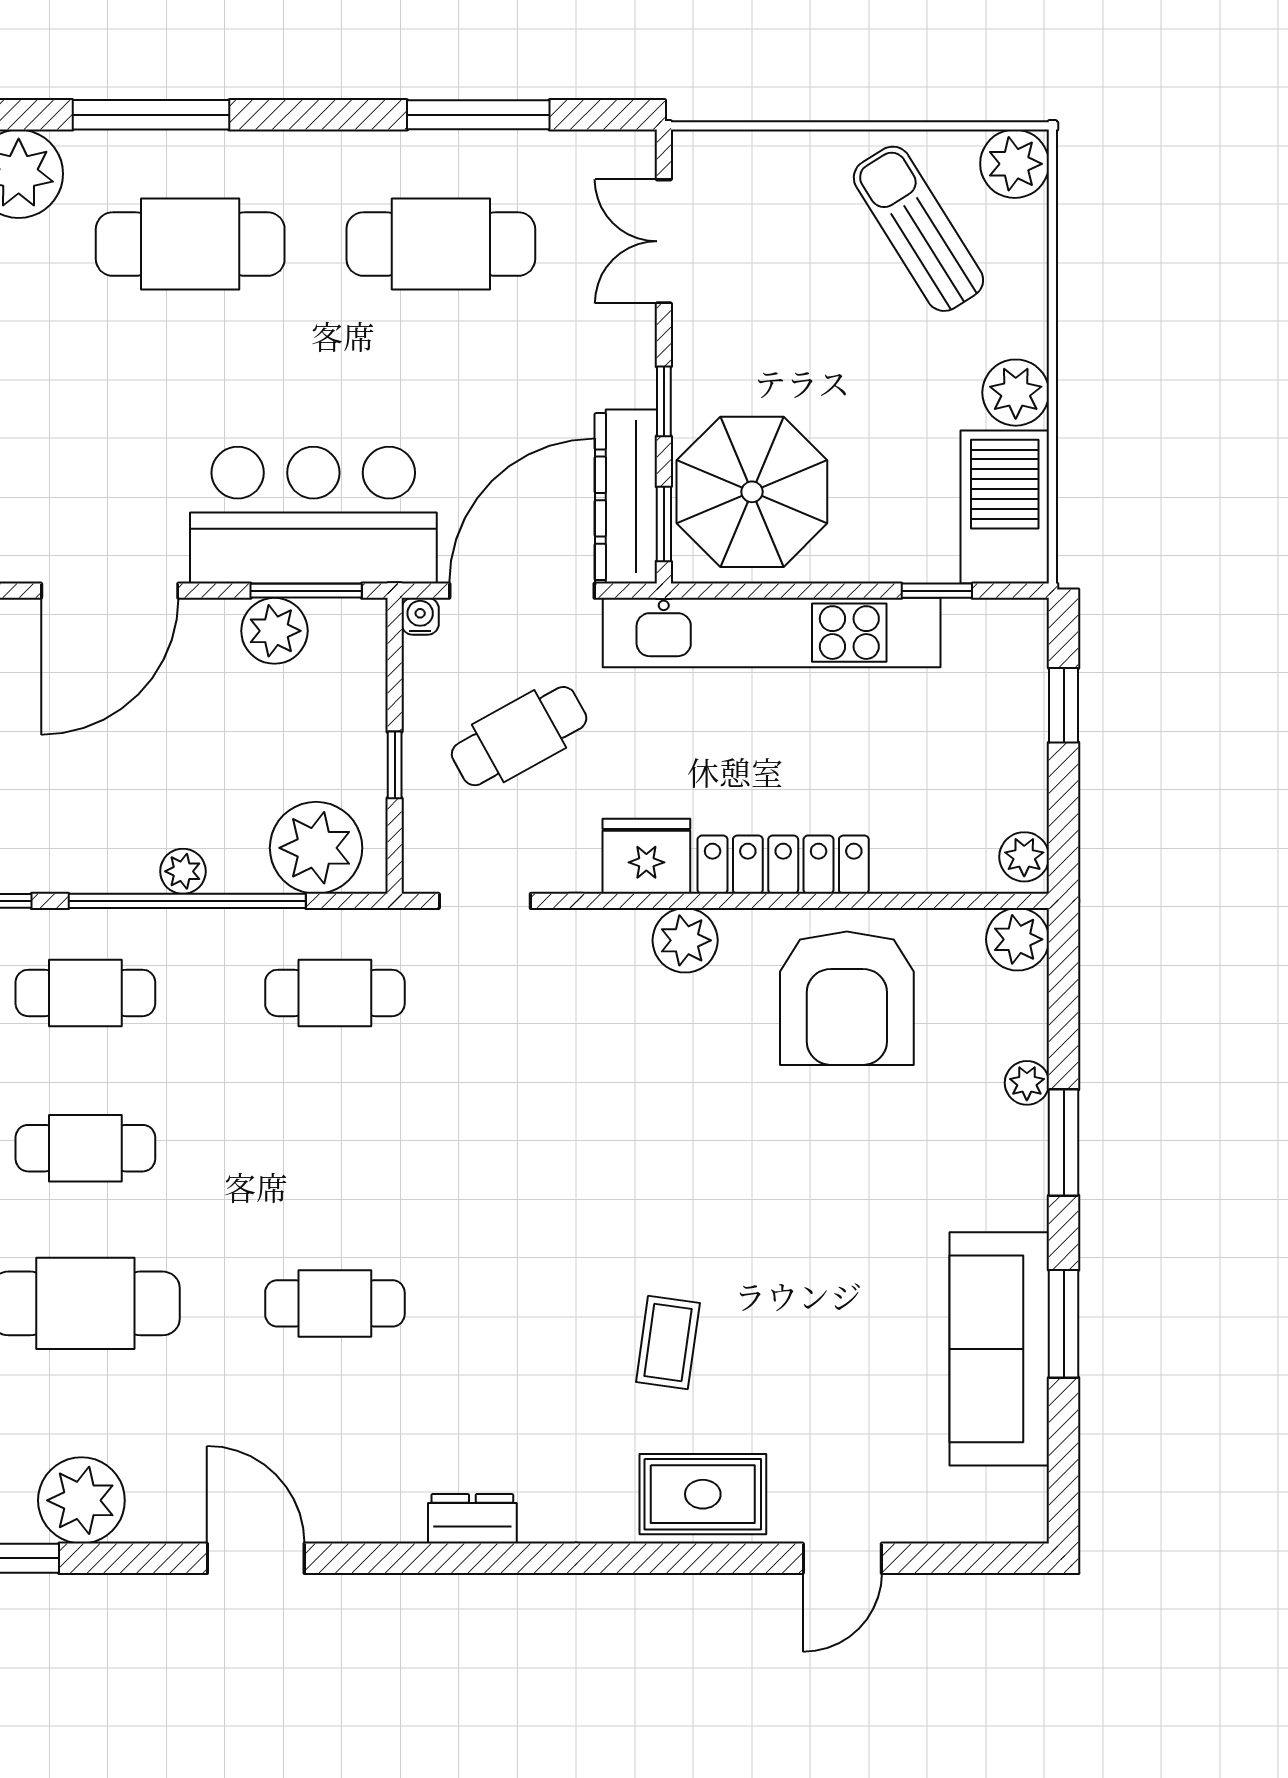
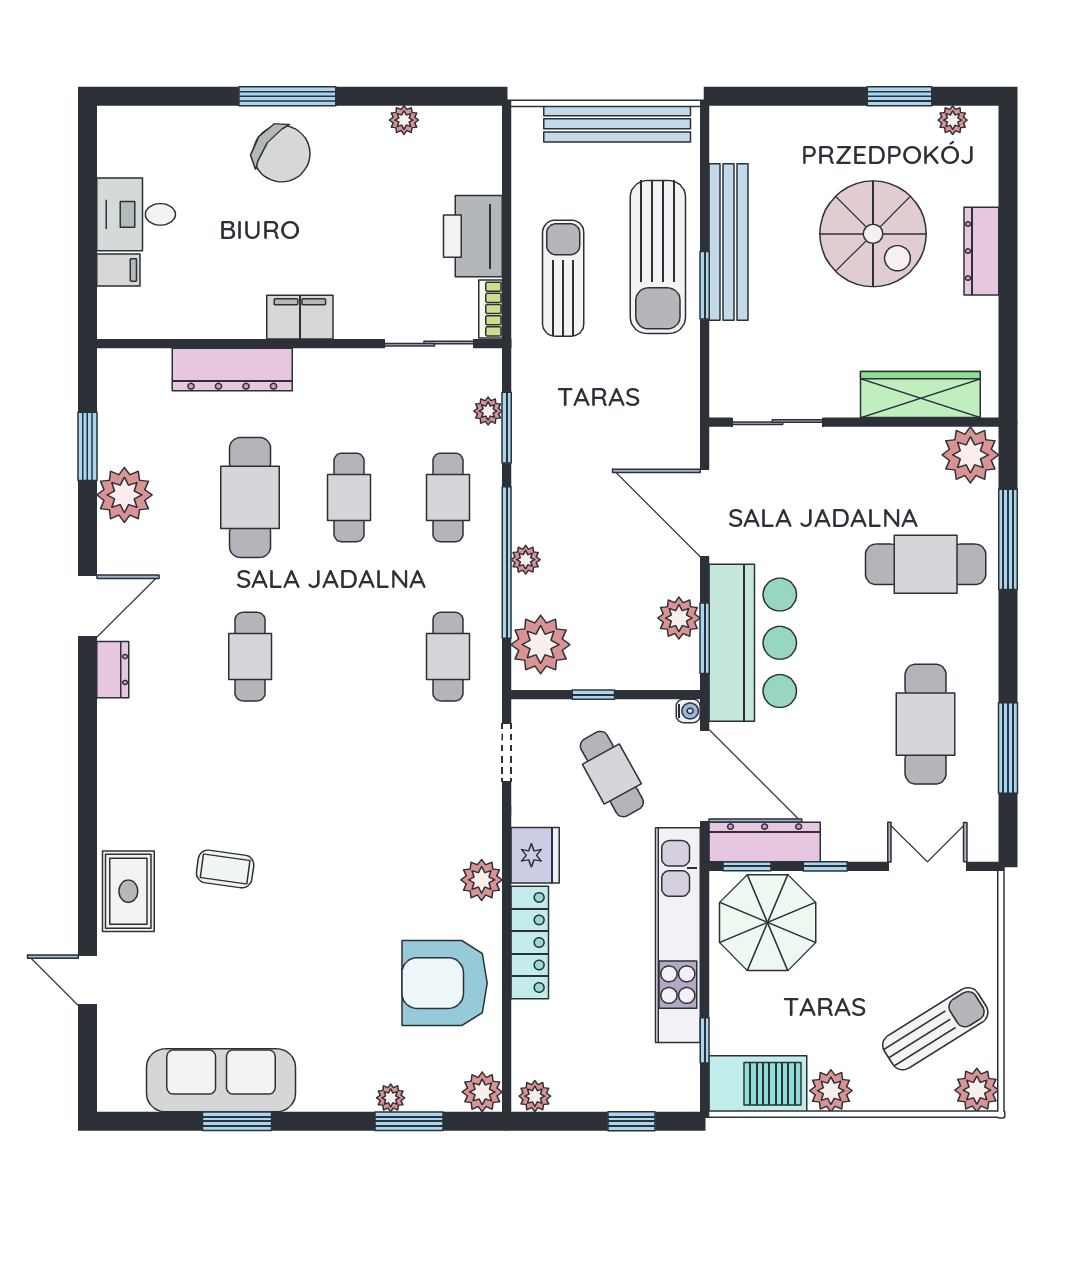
cafe table: (190, 244) -> (926, 564), turned 90
window: (1064, 1142) -> (409, 1121), moved
dresser: (472, 1519) -> (113, 670), moved

